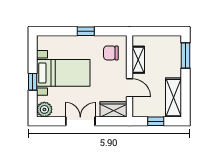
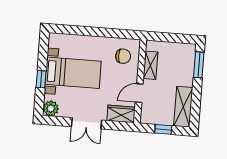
window: (86, 31) -> (99, 32), removed
chair: (111, 53) -> (123, 56), turned 180
door: (129, 88) -> (139, 93), swing flipped
double door: (80, 121) -> (86, 123), swing flipped

